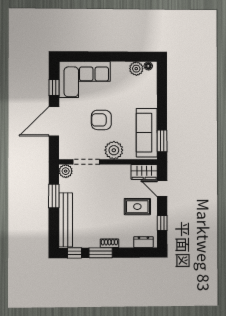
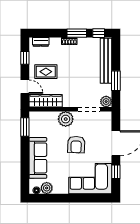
armchair: (101, 120) -> (76, 145), turned 92
sofa: (147, 133) -> (38, 158), moved
wardrobe: (144, 172) -> (46, 101), width x1.50

